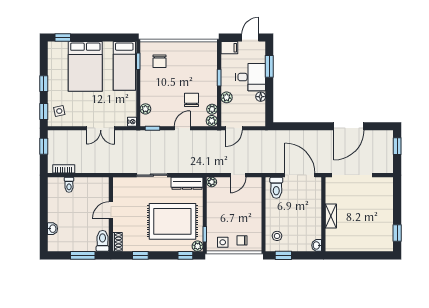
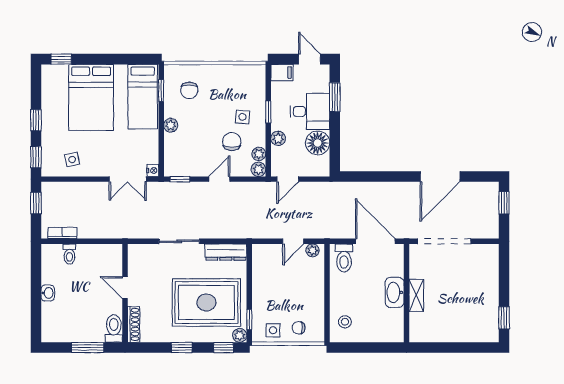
door: (250, 38) -> (309, 59), hinge flipped
side table: (200, 81) -> (242, 117), added
floor lamp: (261, 97) -> (318, 143), width x1.89, depth x1.89
plant: (145, 109) -> (171, 125), moved
side table: (59, 111) -> (72, 159), moved
double door: (101, 128) -> (128, 179), moved
plant: (212, 182) -> (313, 250), moved
door: (111, 210) -> (125, 288), hinge flipped
washbasin: (53, 229) -> (48, 293), moved
shoe rack: (117, 242) -> (134, 324), width x1.43
washbasin: (317, 245) -> (395, 292), moved, width x1.91, depth x1.45
window: (140, 255) -> (182, 348), moved
window: (283, 255) -> (353, 348), removed

